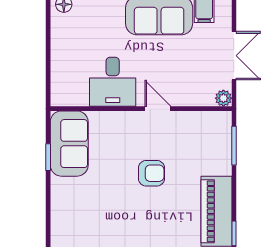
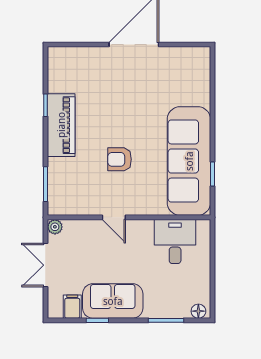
desk: (113, 82) -> (175, 242), moved
sofa: (69, 144) -> (189, 161), width x1.85, depth x1.27

